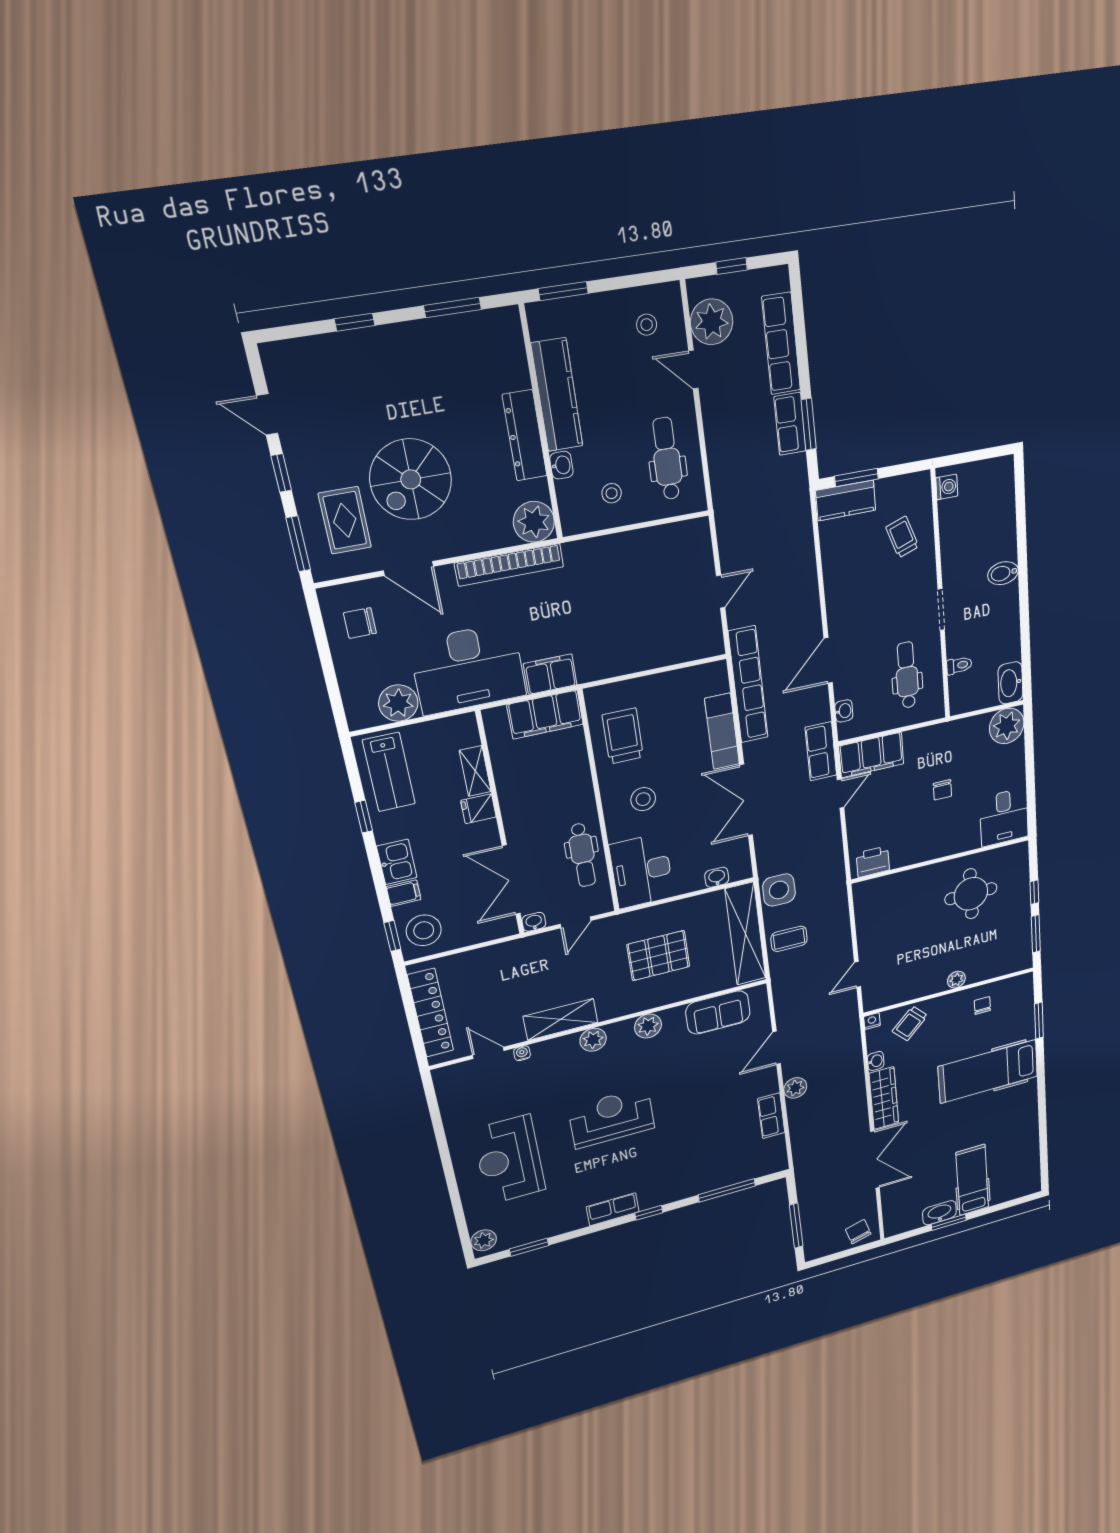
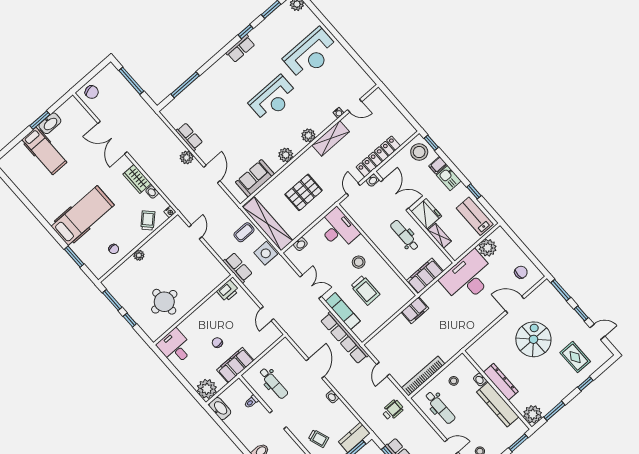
wheelchair: (751, 508) -> (393, 410), added
rug: (345, 520) -> (575, 357), moved
plant: (534, 522) -> (533, 414), moved
bookcase: (509, 565) -> (423, 376), moved
filing cabinet: (550, 674) -> (415, 310), moved
washbasin: (844, 711) -> (332, 397), moved
trolley: (623, 736) -> (365, 290), moved
row of seats: (821, 751) -> (238, 268), moved
filing cabinet: (871, 755) -> (235, 365), moved
double door: (746, 800) -> (311, 287), width x0.73
fridge: (478, 809) -> (426, 214), width x1.88, depth x1.34
dental chair: (583, 855) -> (405, 235), moved
locker: (431, 1013) -> (378, 156), moved, turned 90
wardrobe: (884, 1098) -> (137, 179), width x0.67
reception desk: (509, 1160) -> (311, 54), turned 90
window: (649, 1213) -> (246, 32), moved

